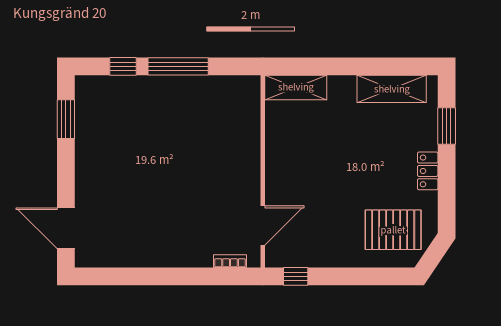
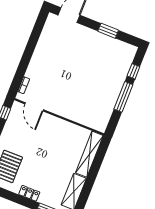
shelving: (296, 87) -> (89, 154), width x1.47
window: (66, 119) -> (108, 31), moved

